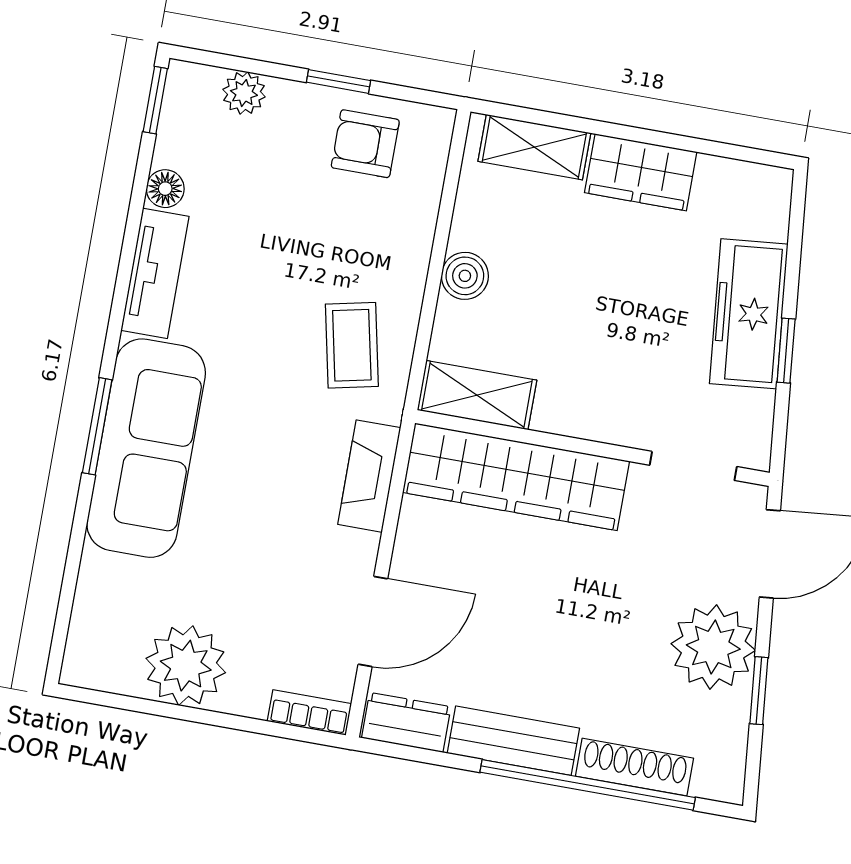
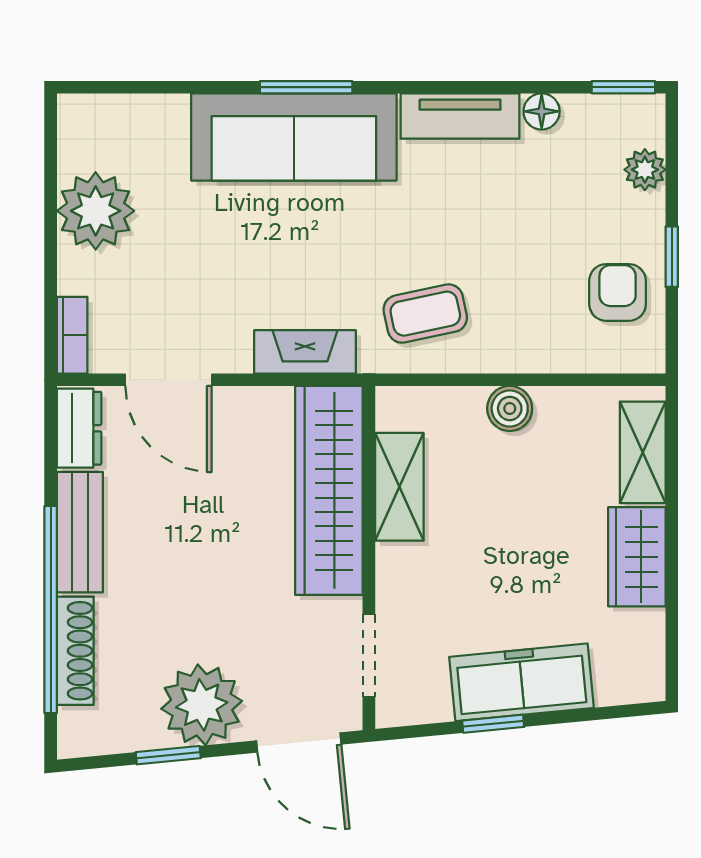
shelving: (477, 395) -> (399, 487), moved

